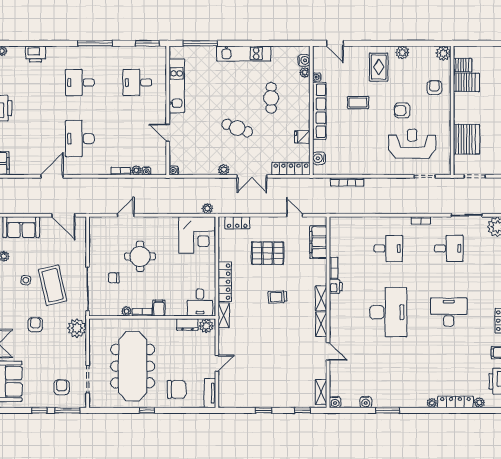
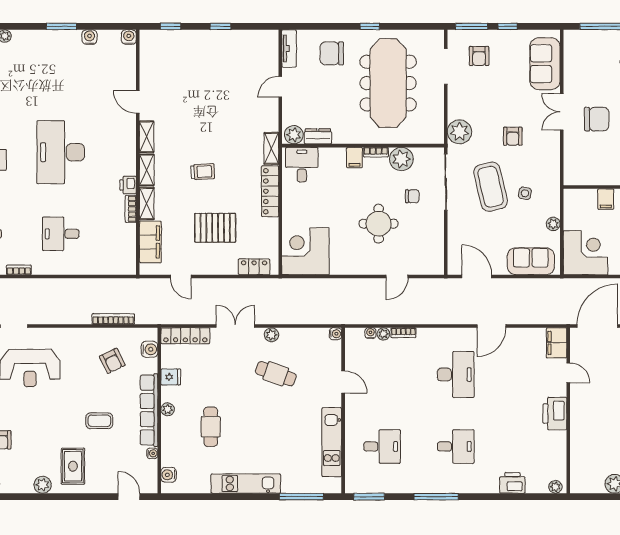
plant: (305, 72) -> (168, 409), moved
armchair: (402, 110) -> (112, 361), moved, turned 64
cafe table: (237, 128) -> (276, 374), moved
plant: (207, 209) -> (292, 285), removed
plant: (127, 311) -> (401, 159), width x1.88, depth x1.88
shelving: (321, 392) -> (147, 203), moved

